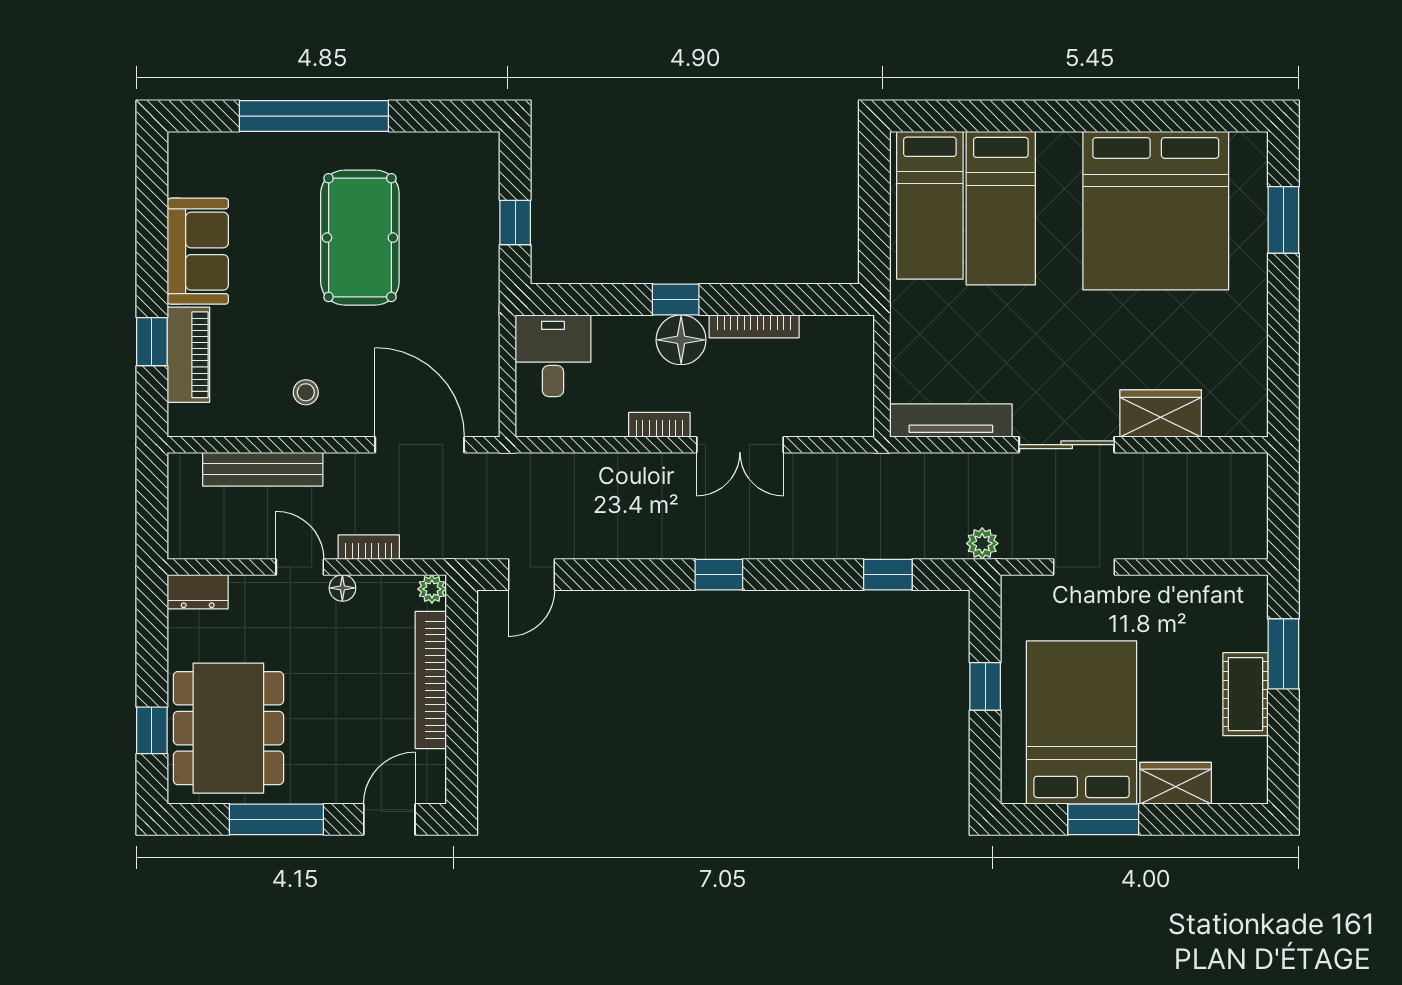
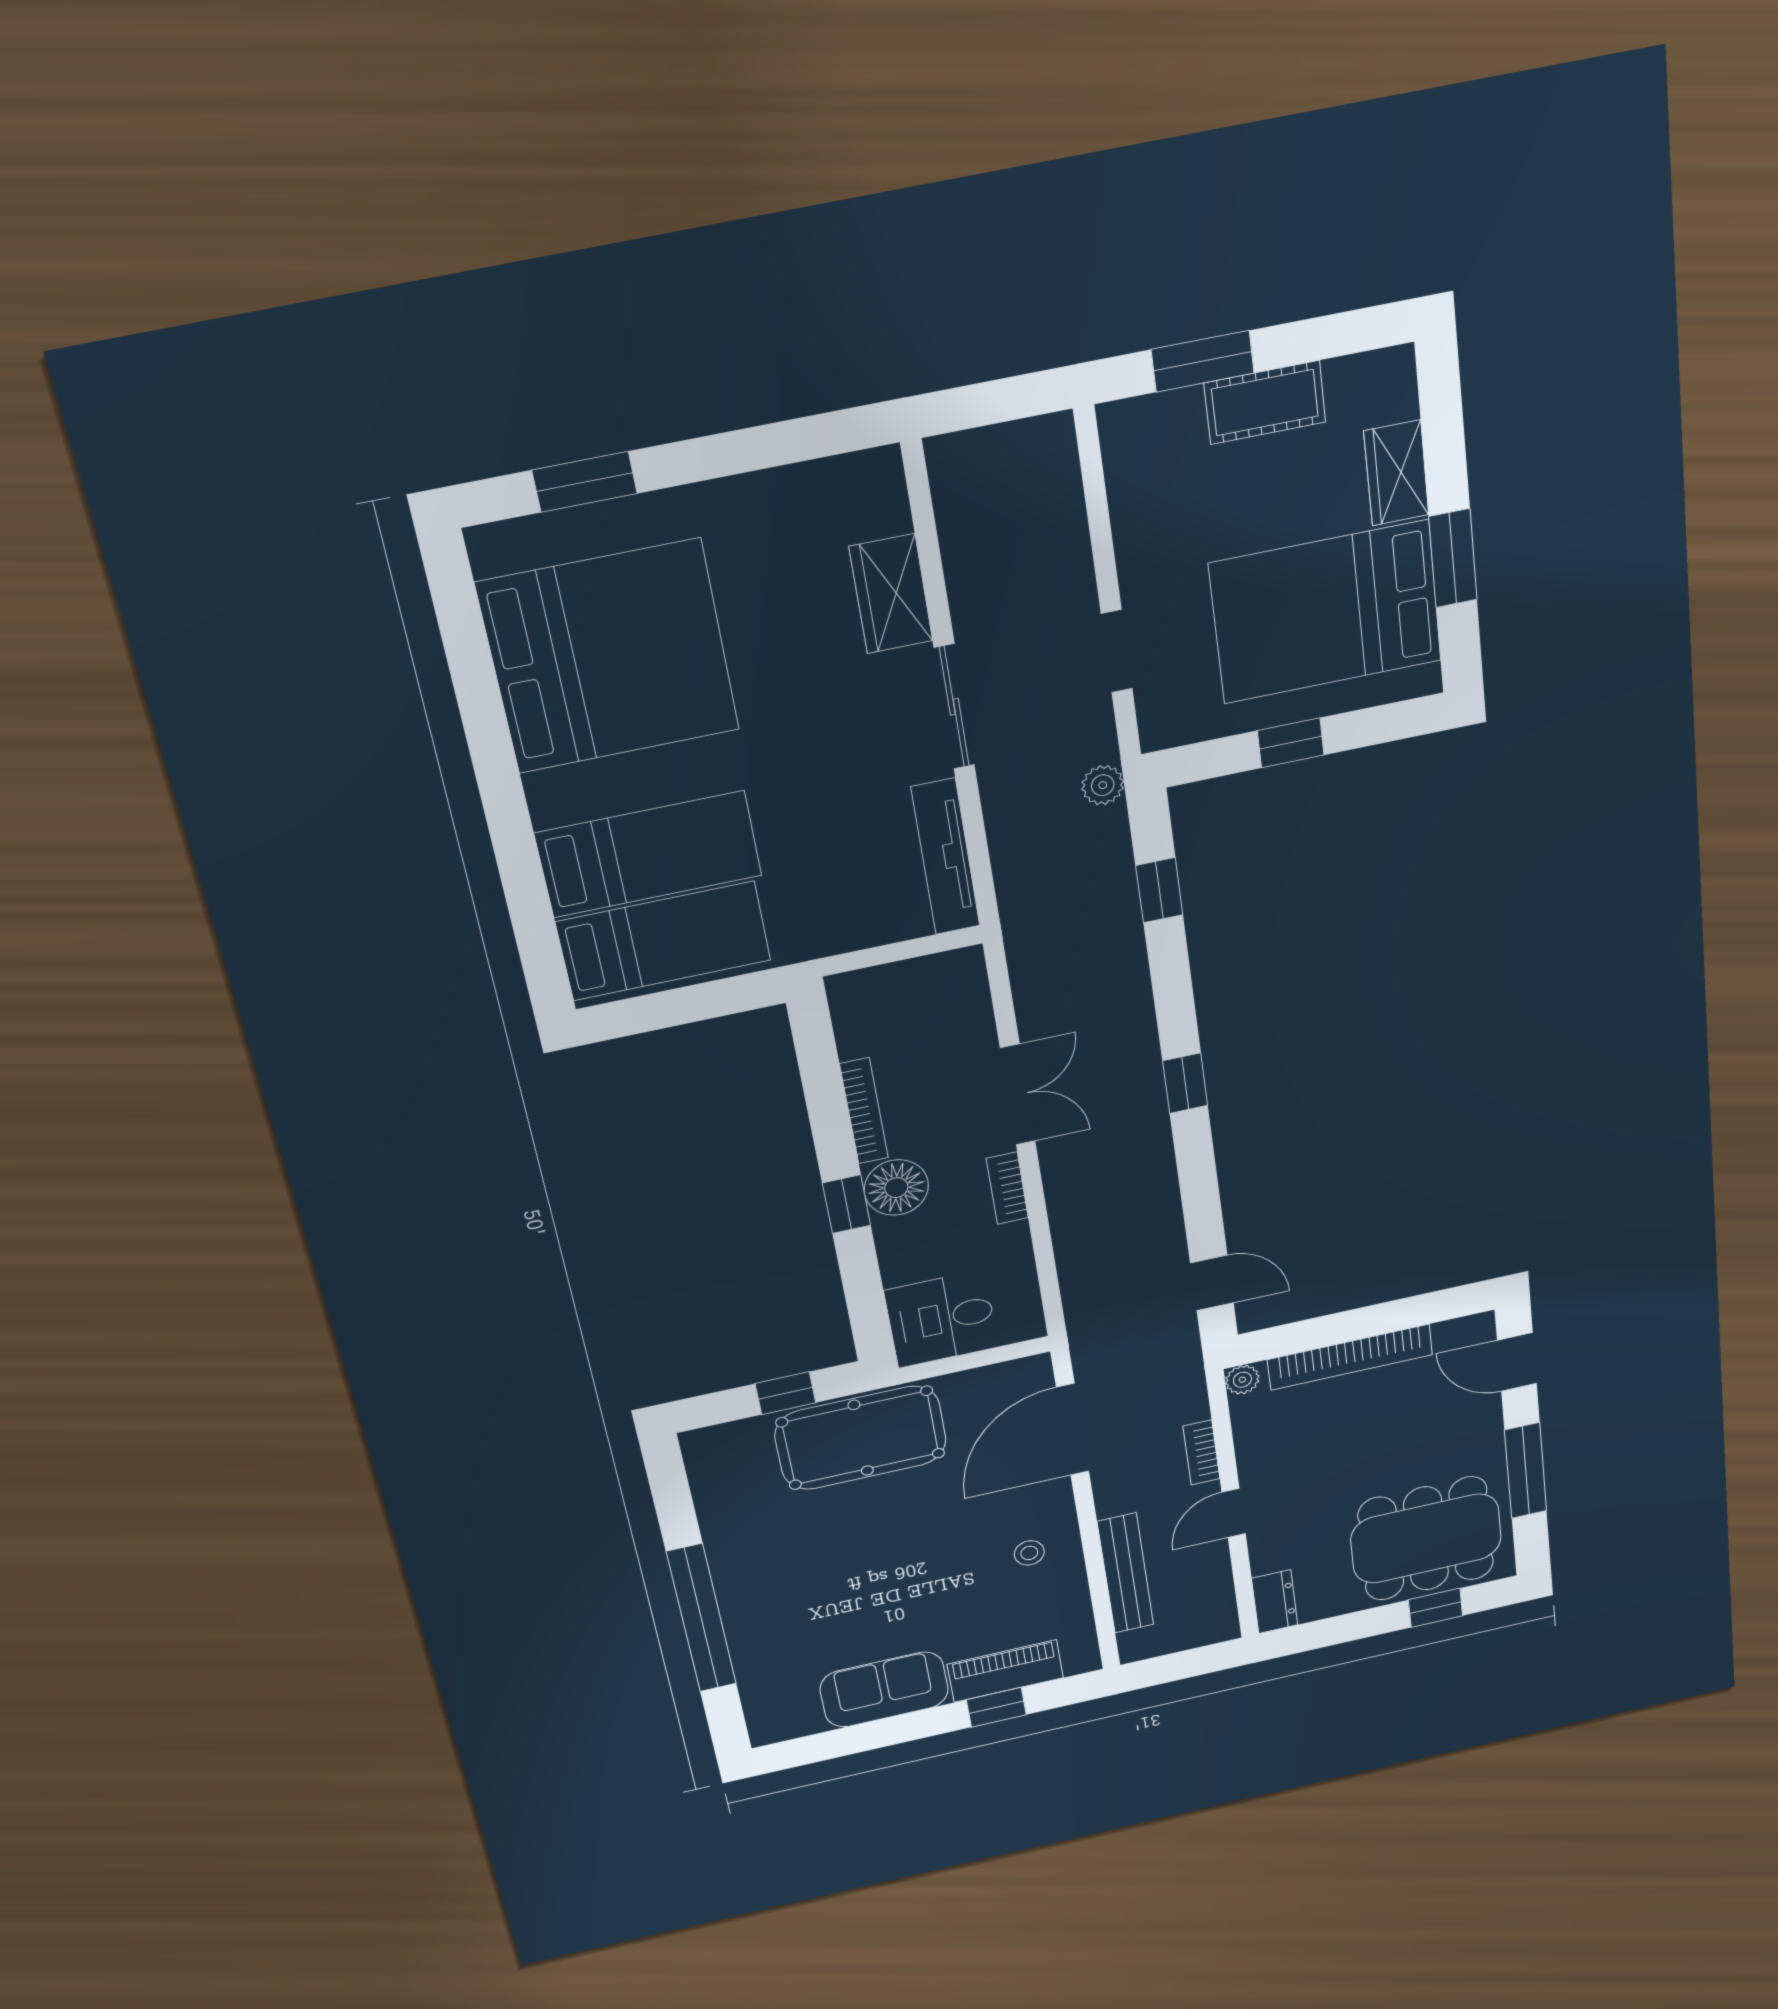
pool table: (360, 238) -> (861, 1438), moved
floor lamp: (342, 588) -> (1253, 1467), removed

